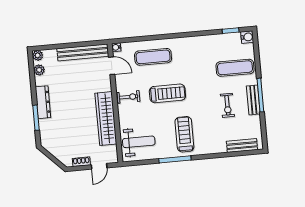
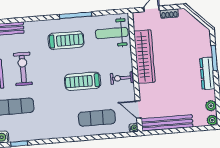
exercise bike: (227, 105) -> (23, 69), width x1.38, depth x1.39
treadmill: (184, 134) -> (66, 40), turned -90

